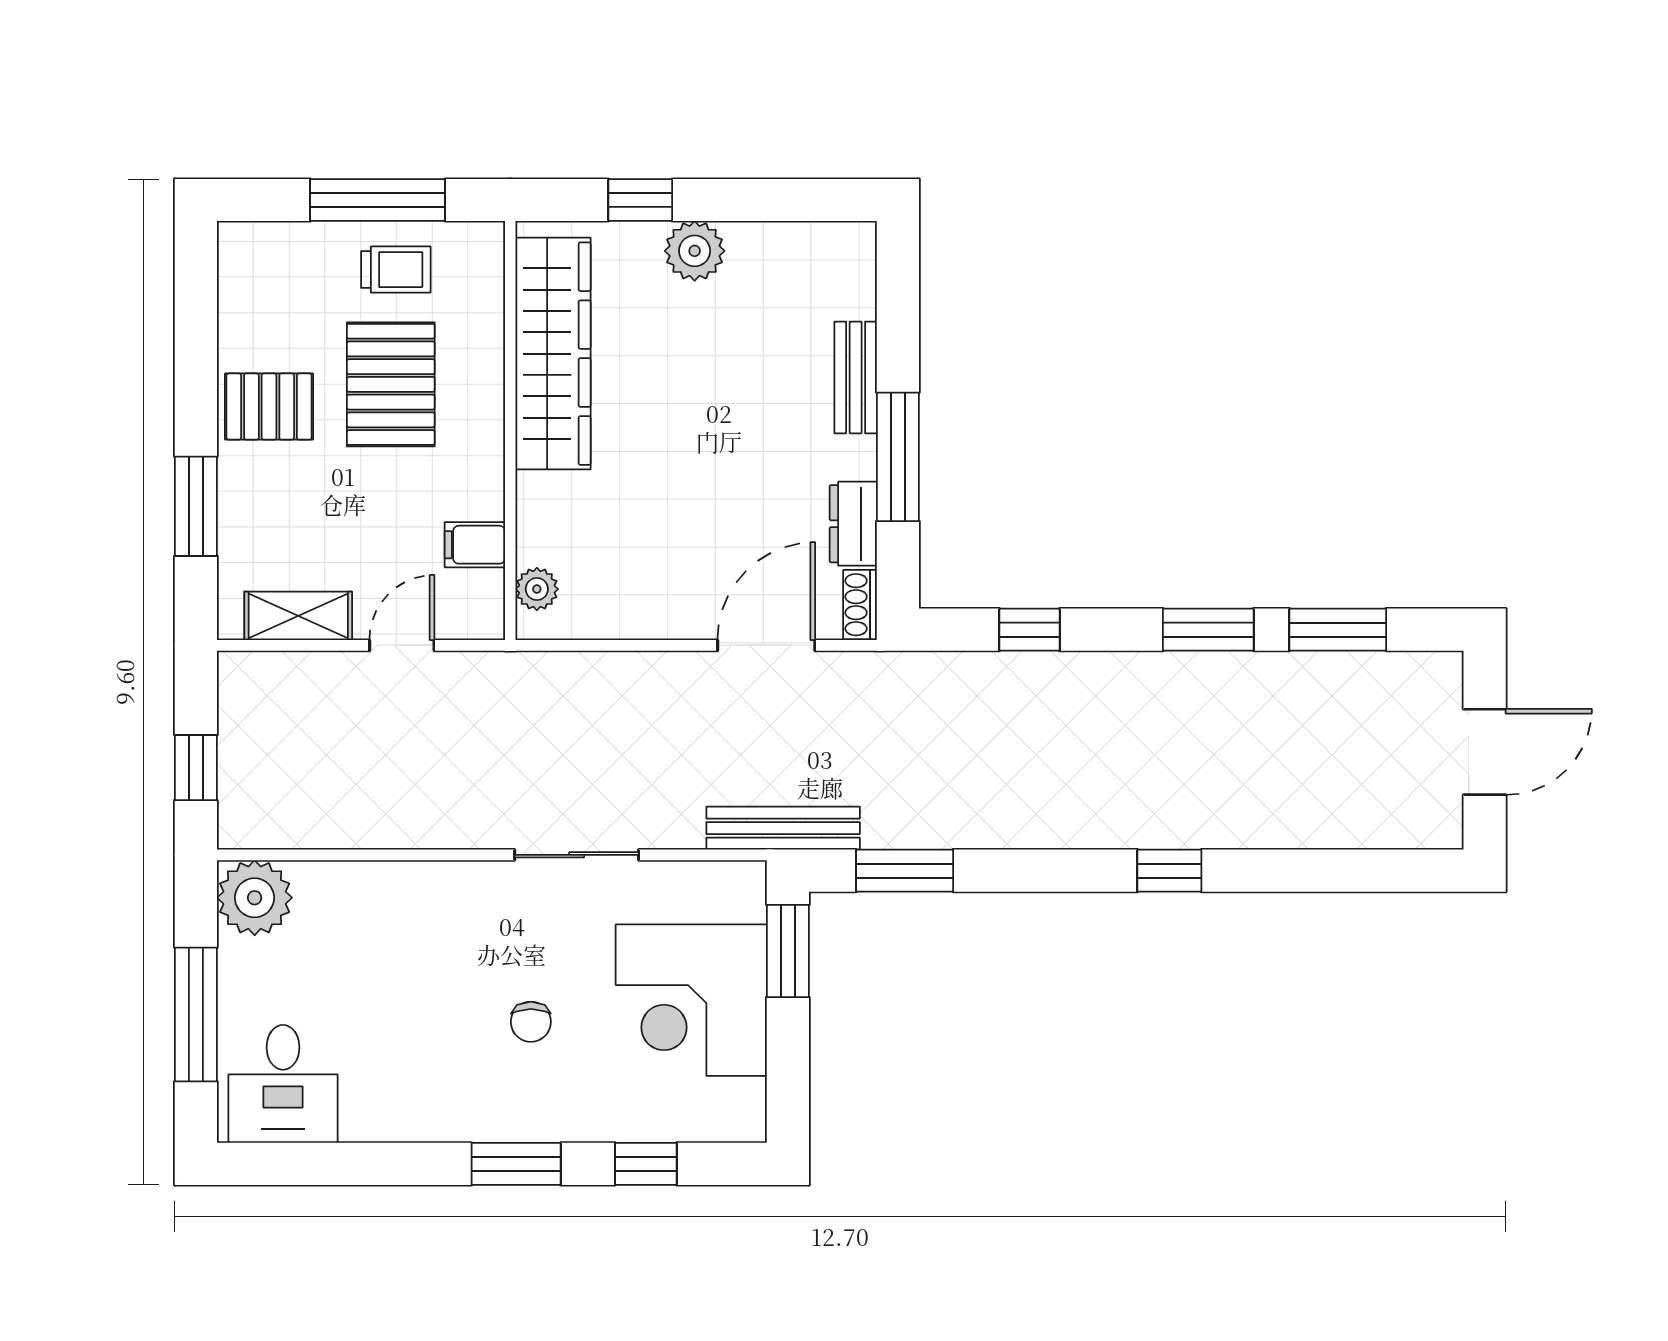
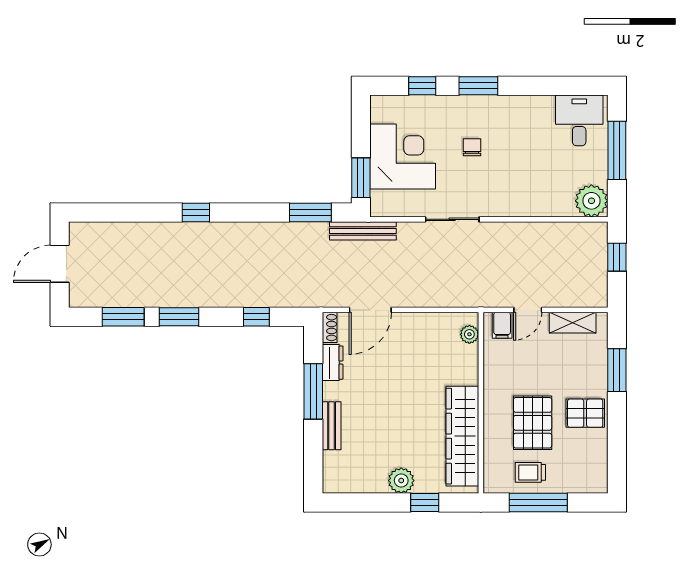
filing cabinet: (475, 545) -> (502, 325), moved, turned 90

